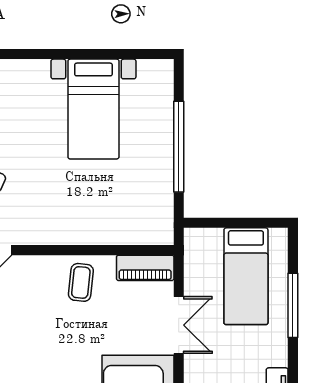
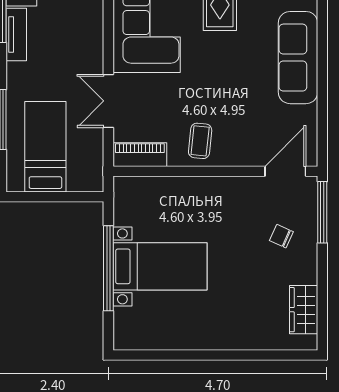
bed with nightstands: (93, 109) -> (160, 266), moved, turned 90

